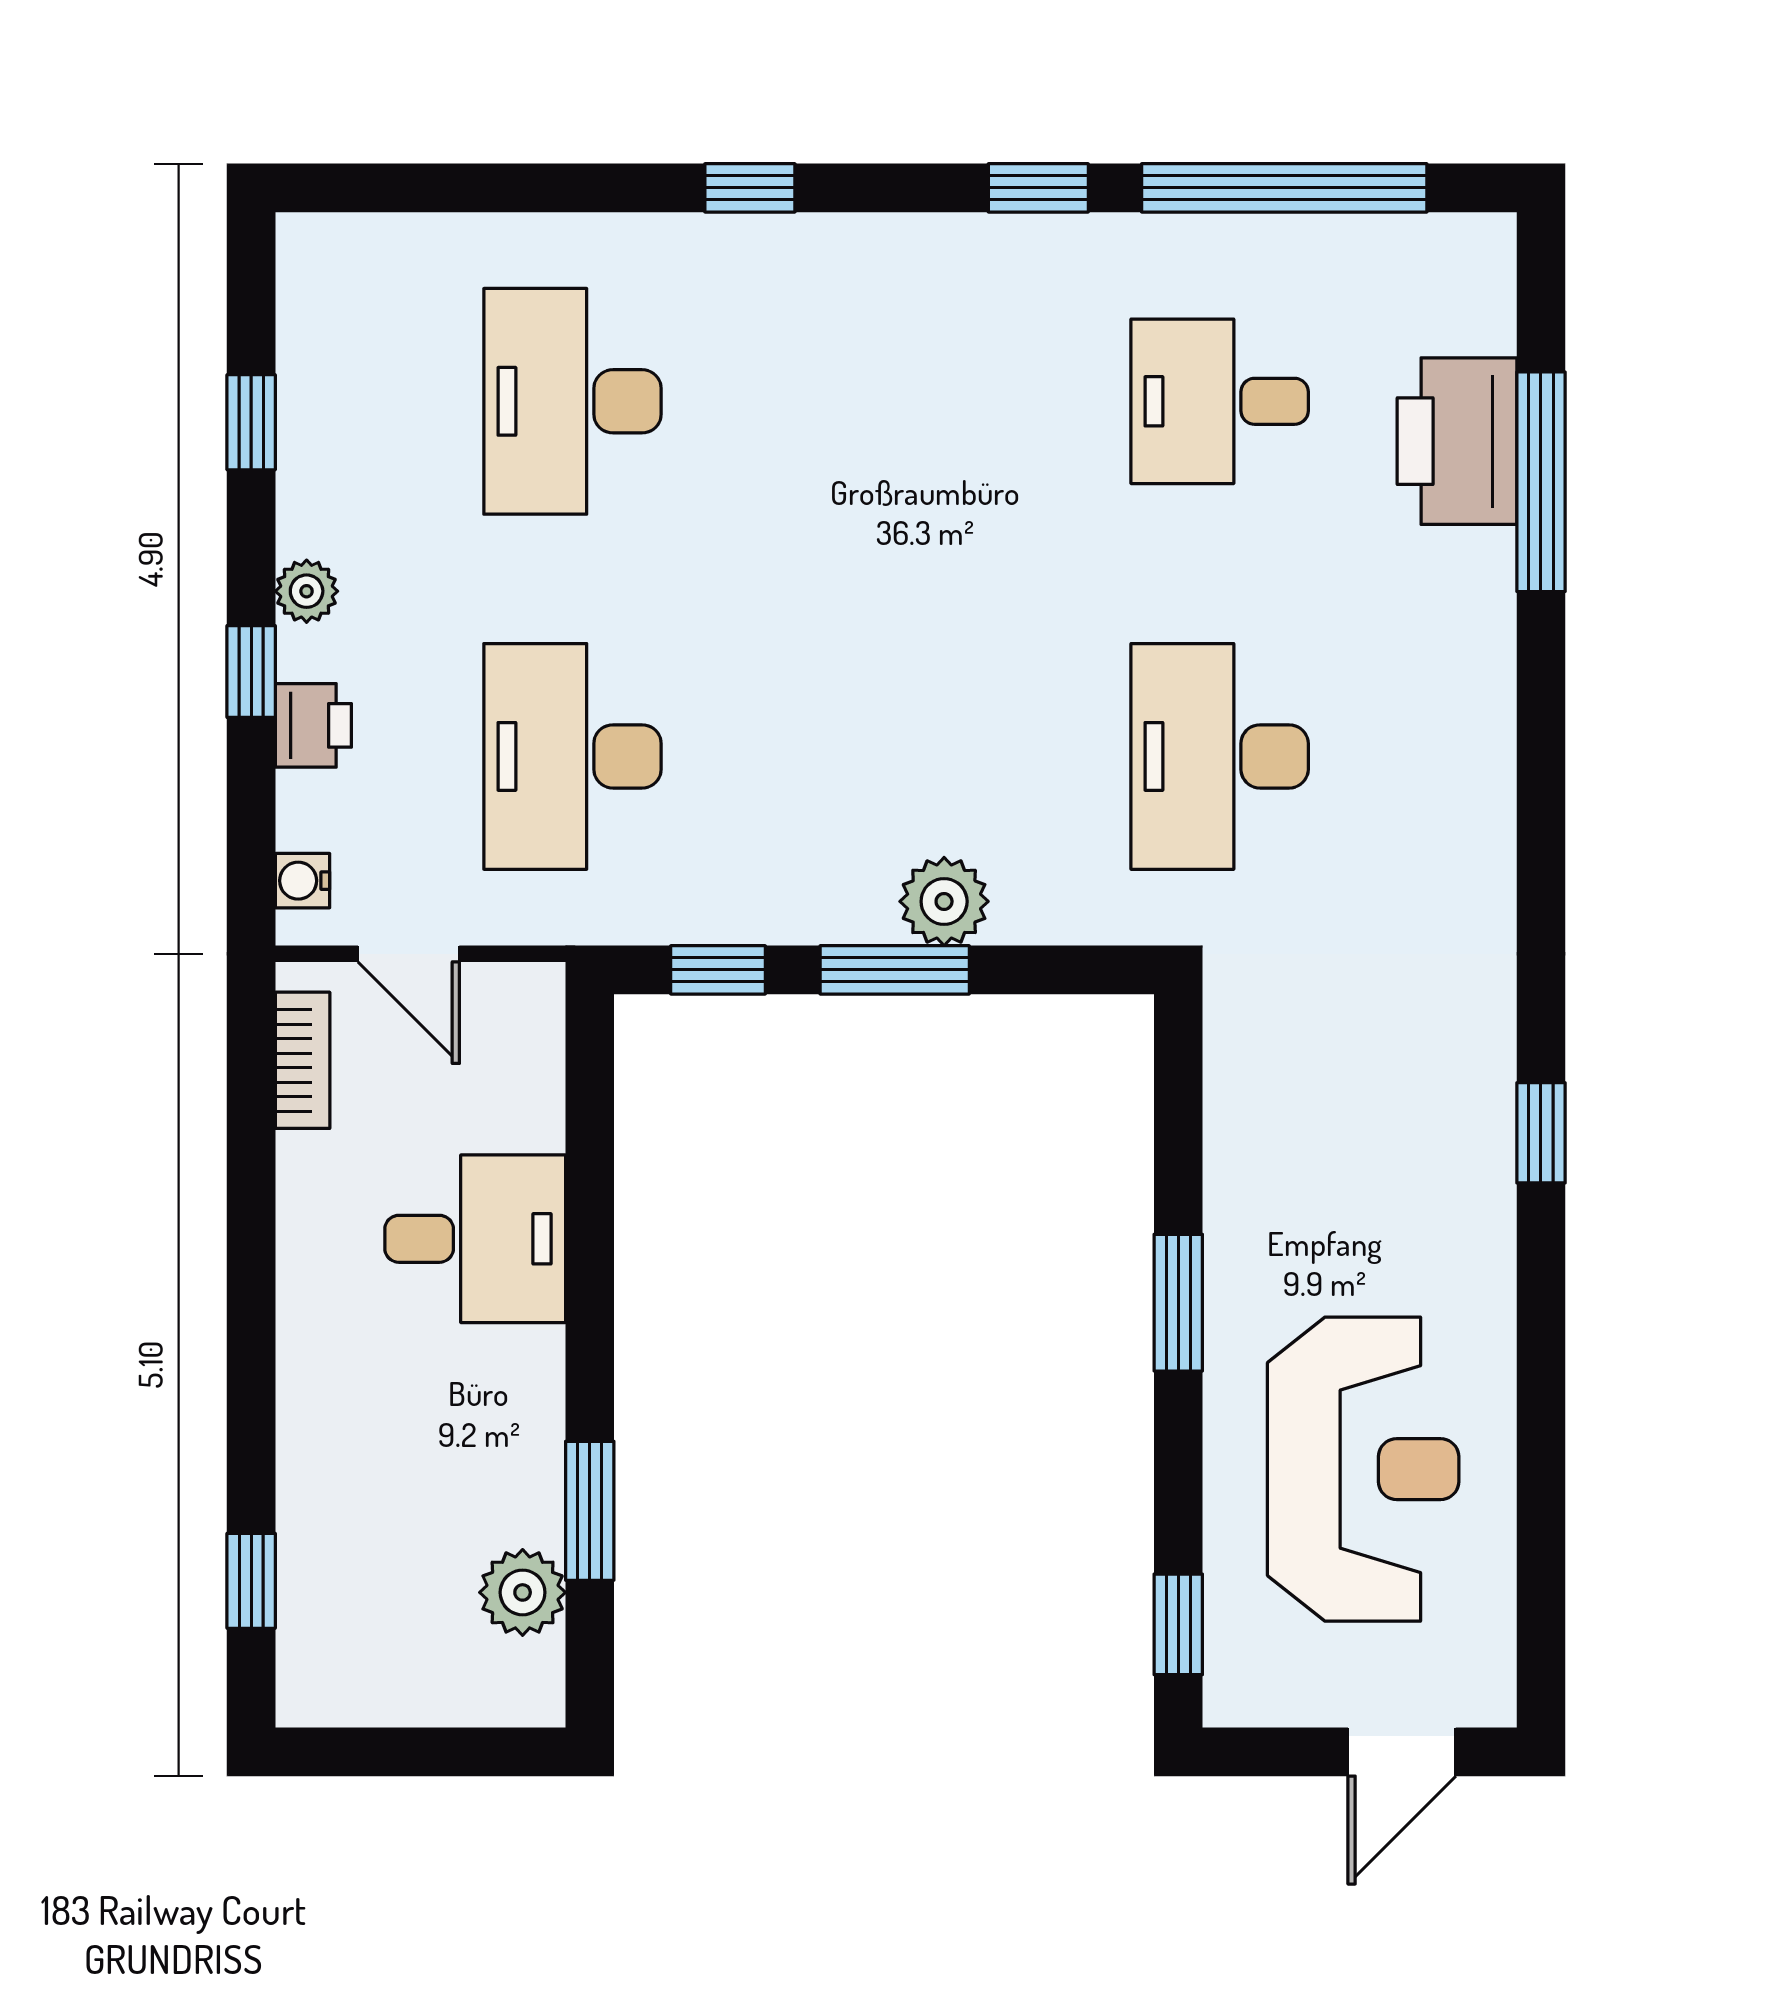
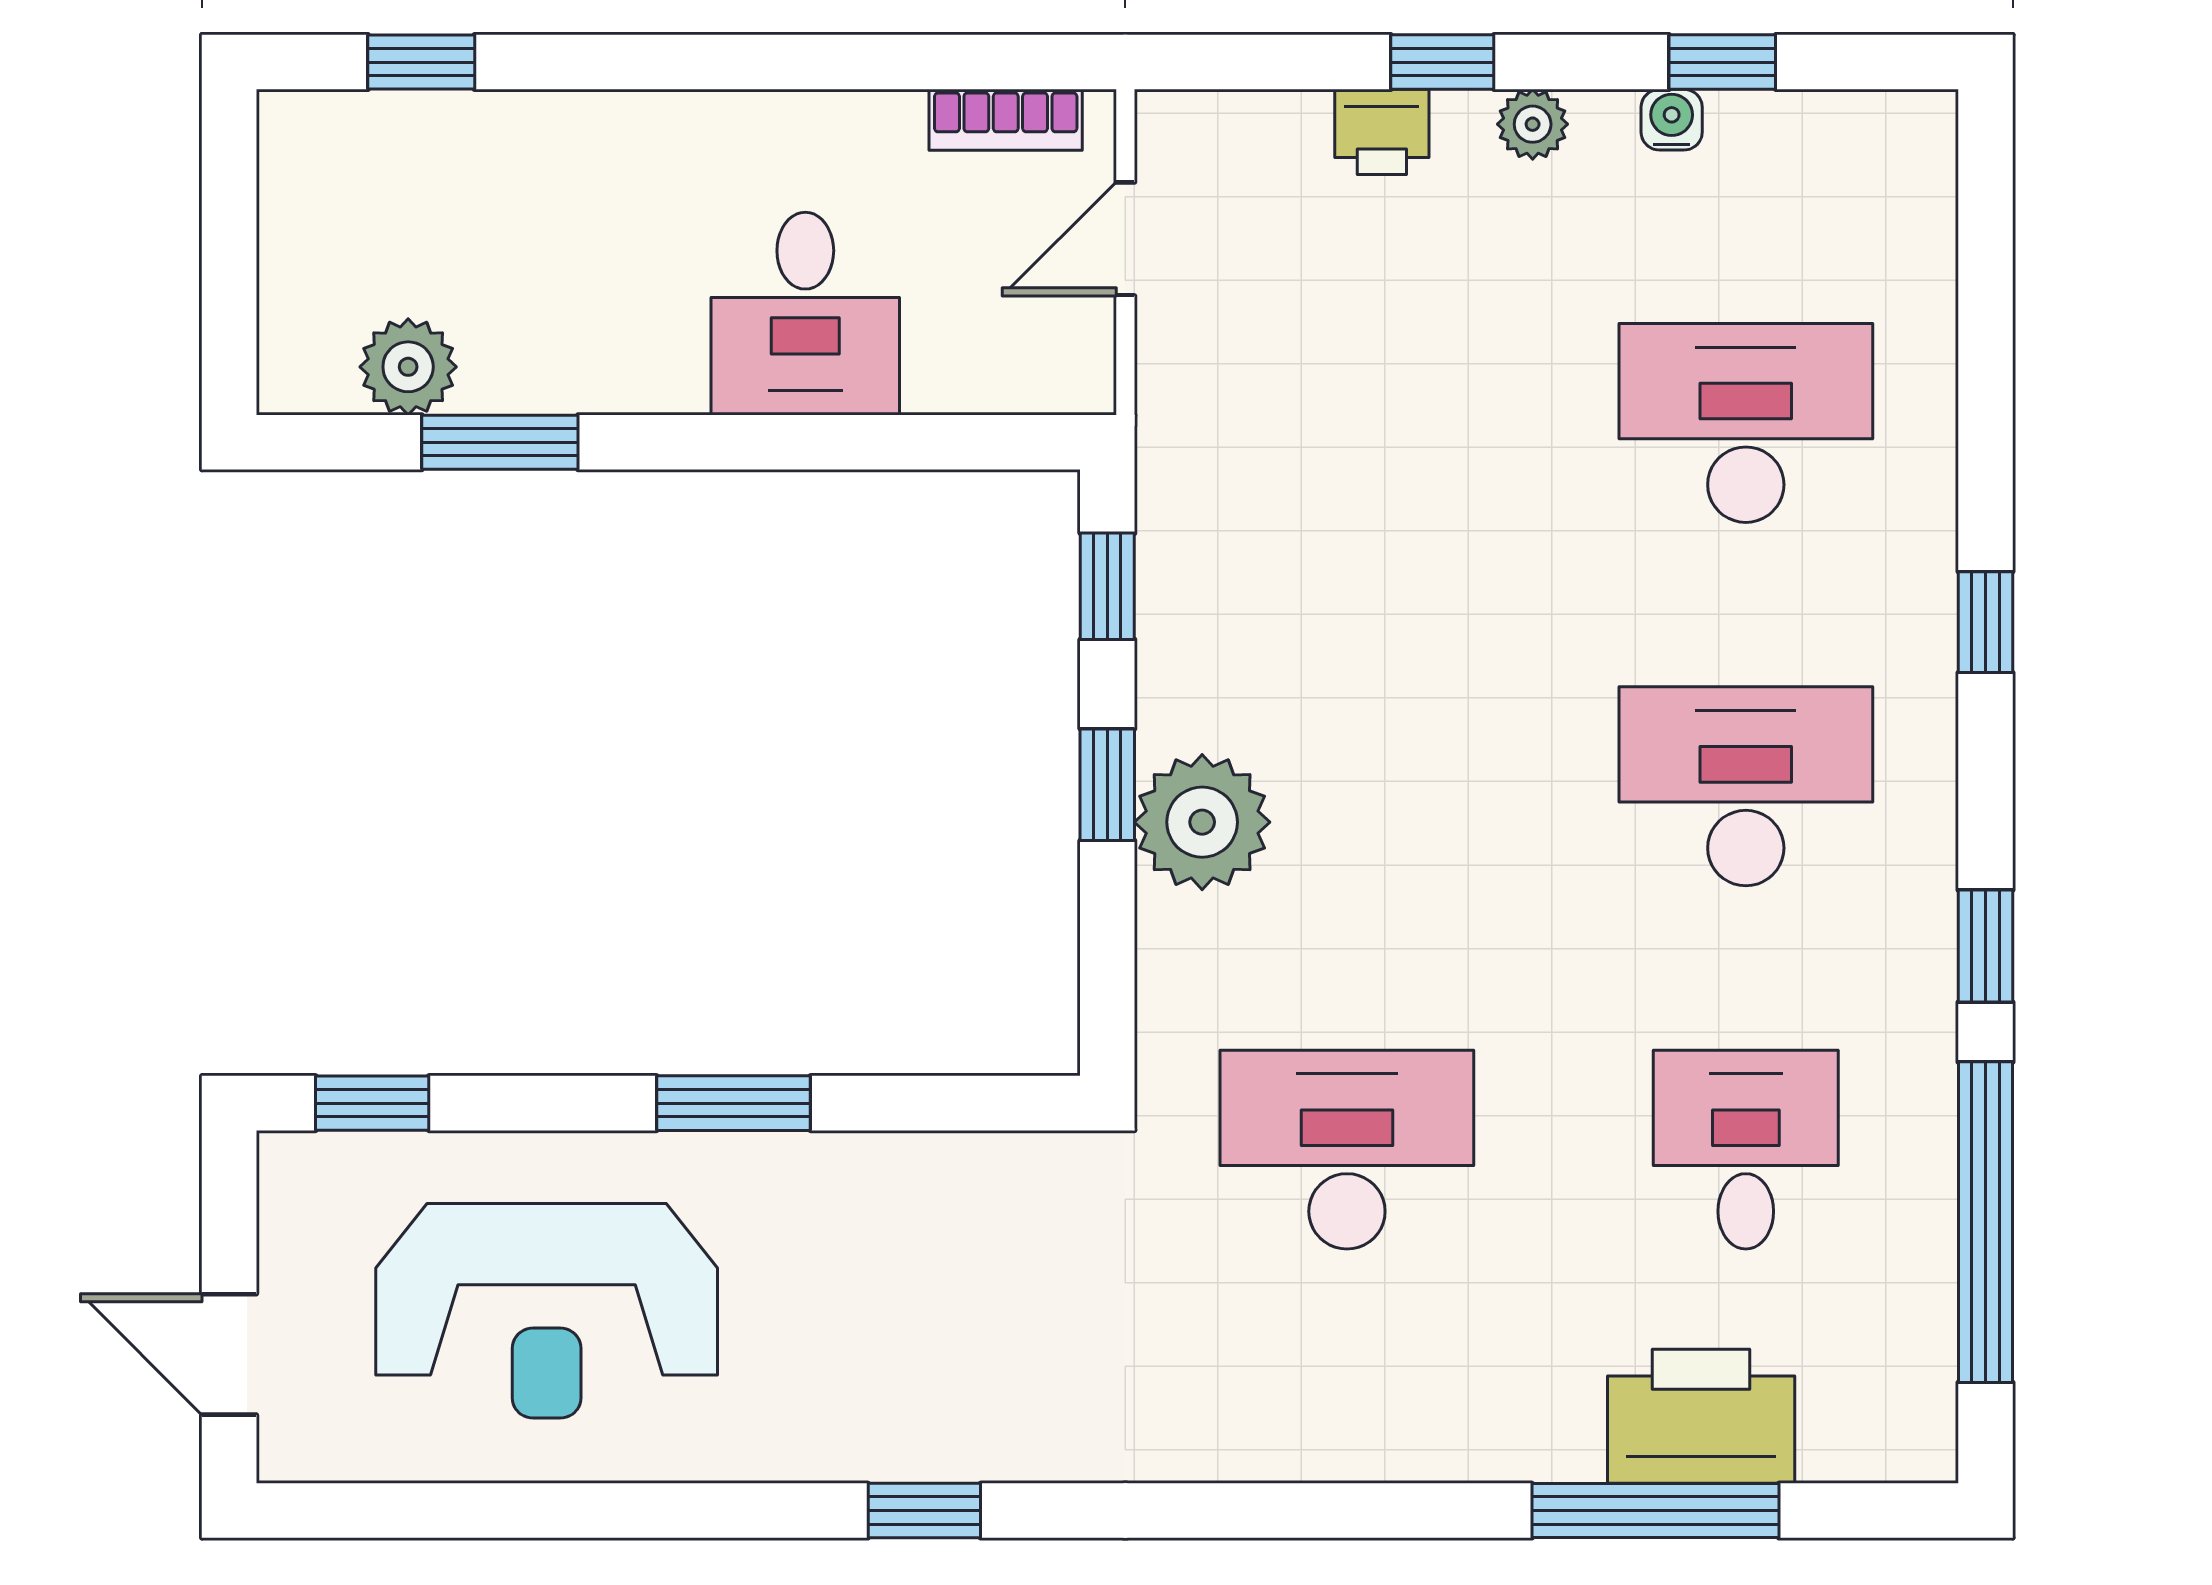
desk: (573, 756) -> (1746, 786), moved
water cooler: (302, 881) -> (1672, 120), moved
plant: (944, 901) -> (1202, 822), width x1.36, depth x1.36
window: (895, 970) -> (1107, 785), width x0.67

